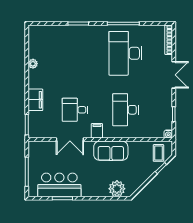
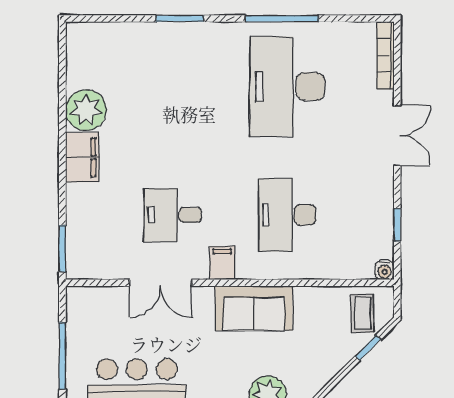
plant: (33, 64) -> (86, 110), width x1.88, depth x1.88
filing cabinet: (35, 100) -> (82, 157), moved

